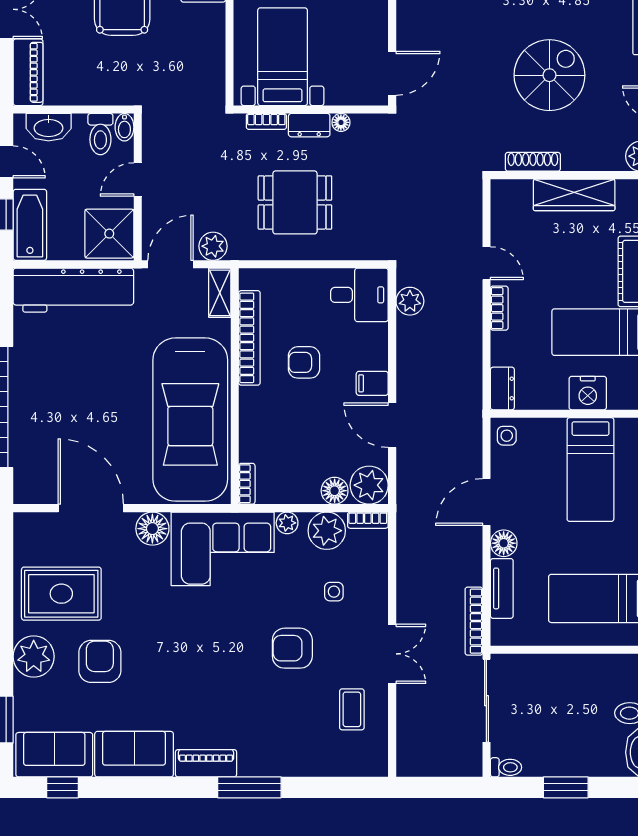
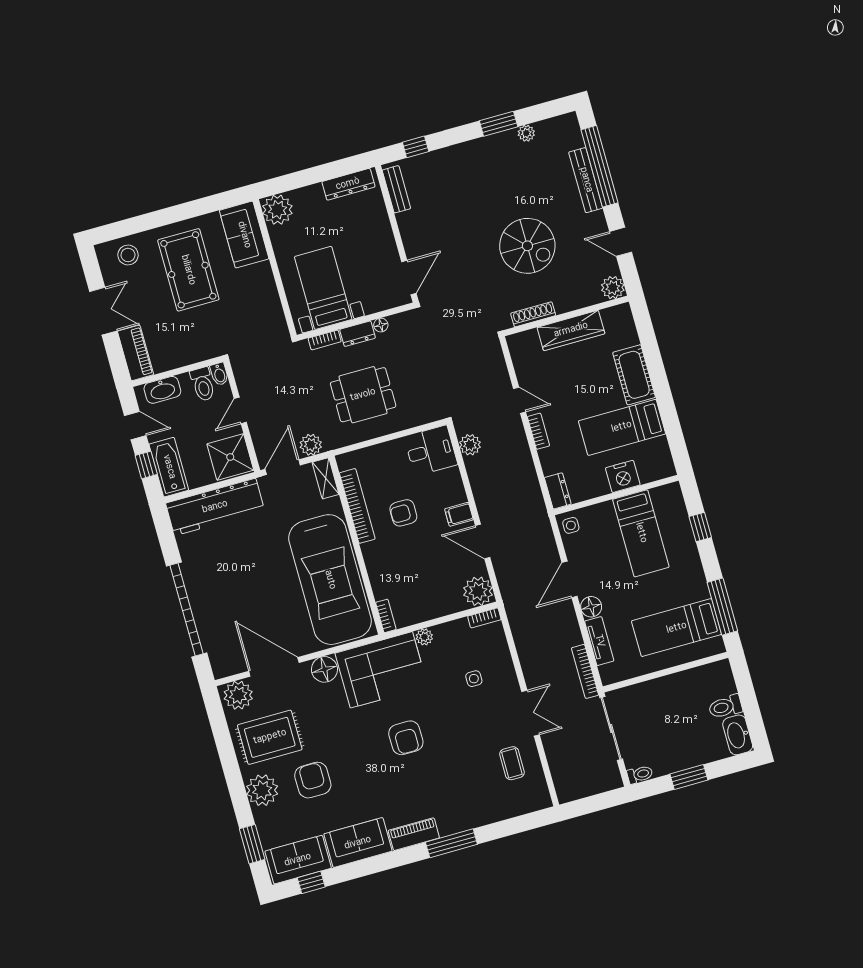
spiral stairs: (549, 75) -> (527, 246), turned 90
floor lamp: (335, 491) -> (453, 603), removed
plant: (327, 531) -> (238, 695), moved
armchair: (292, 648) -> (406, 738), moved, turned -90

